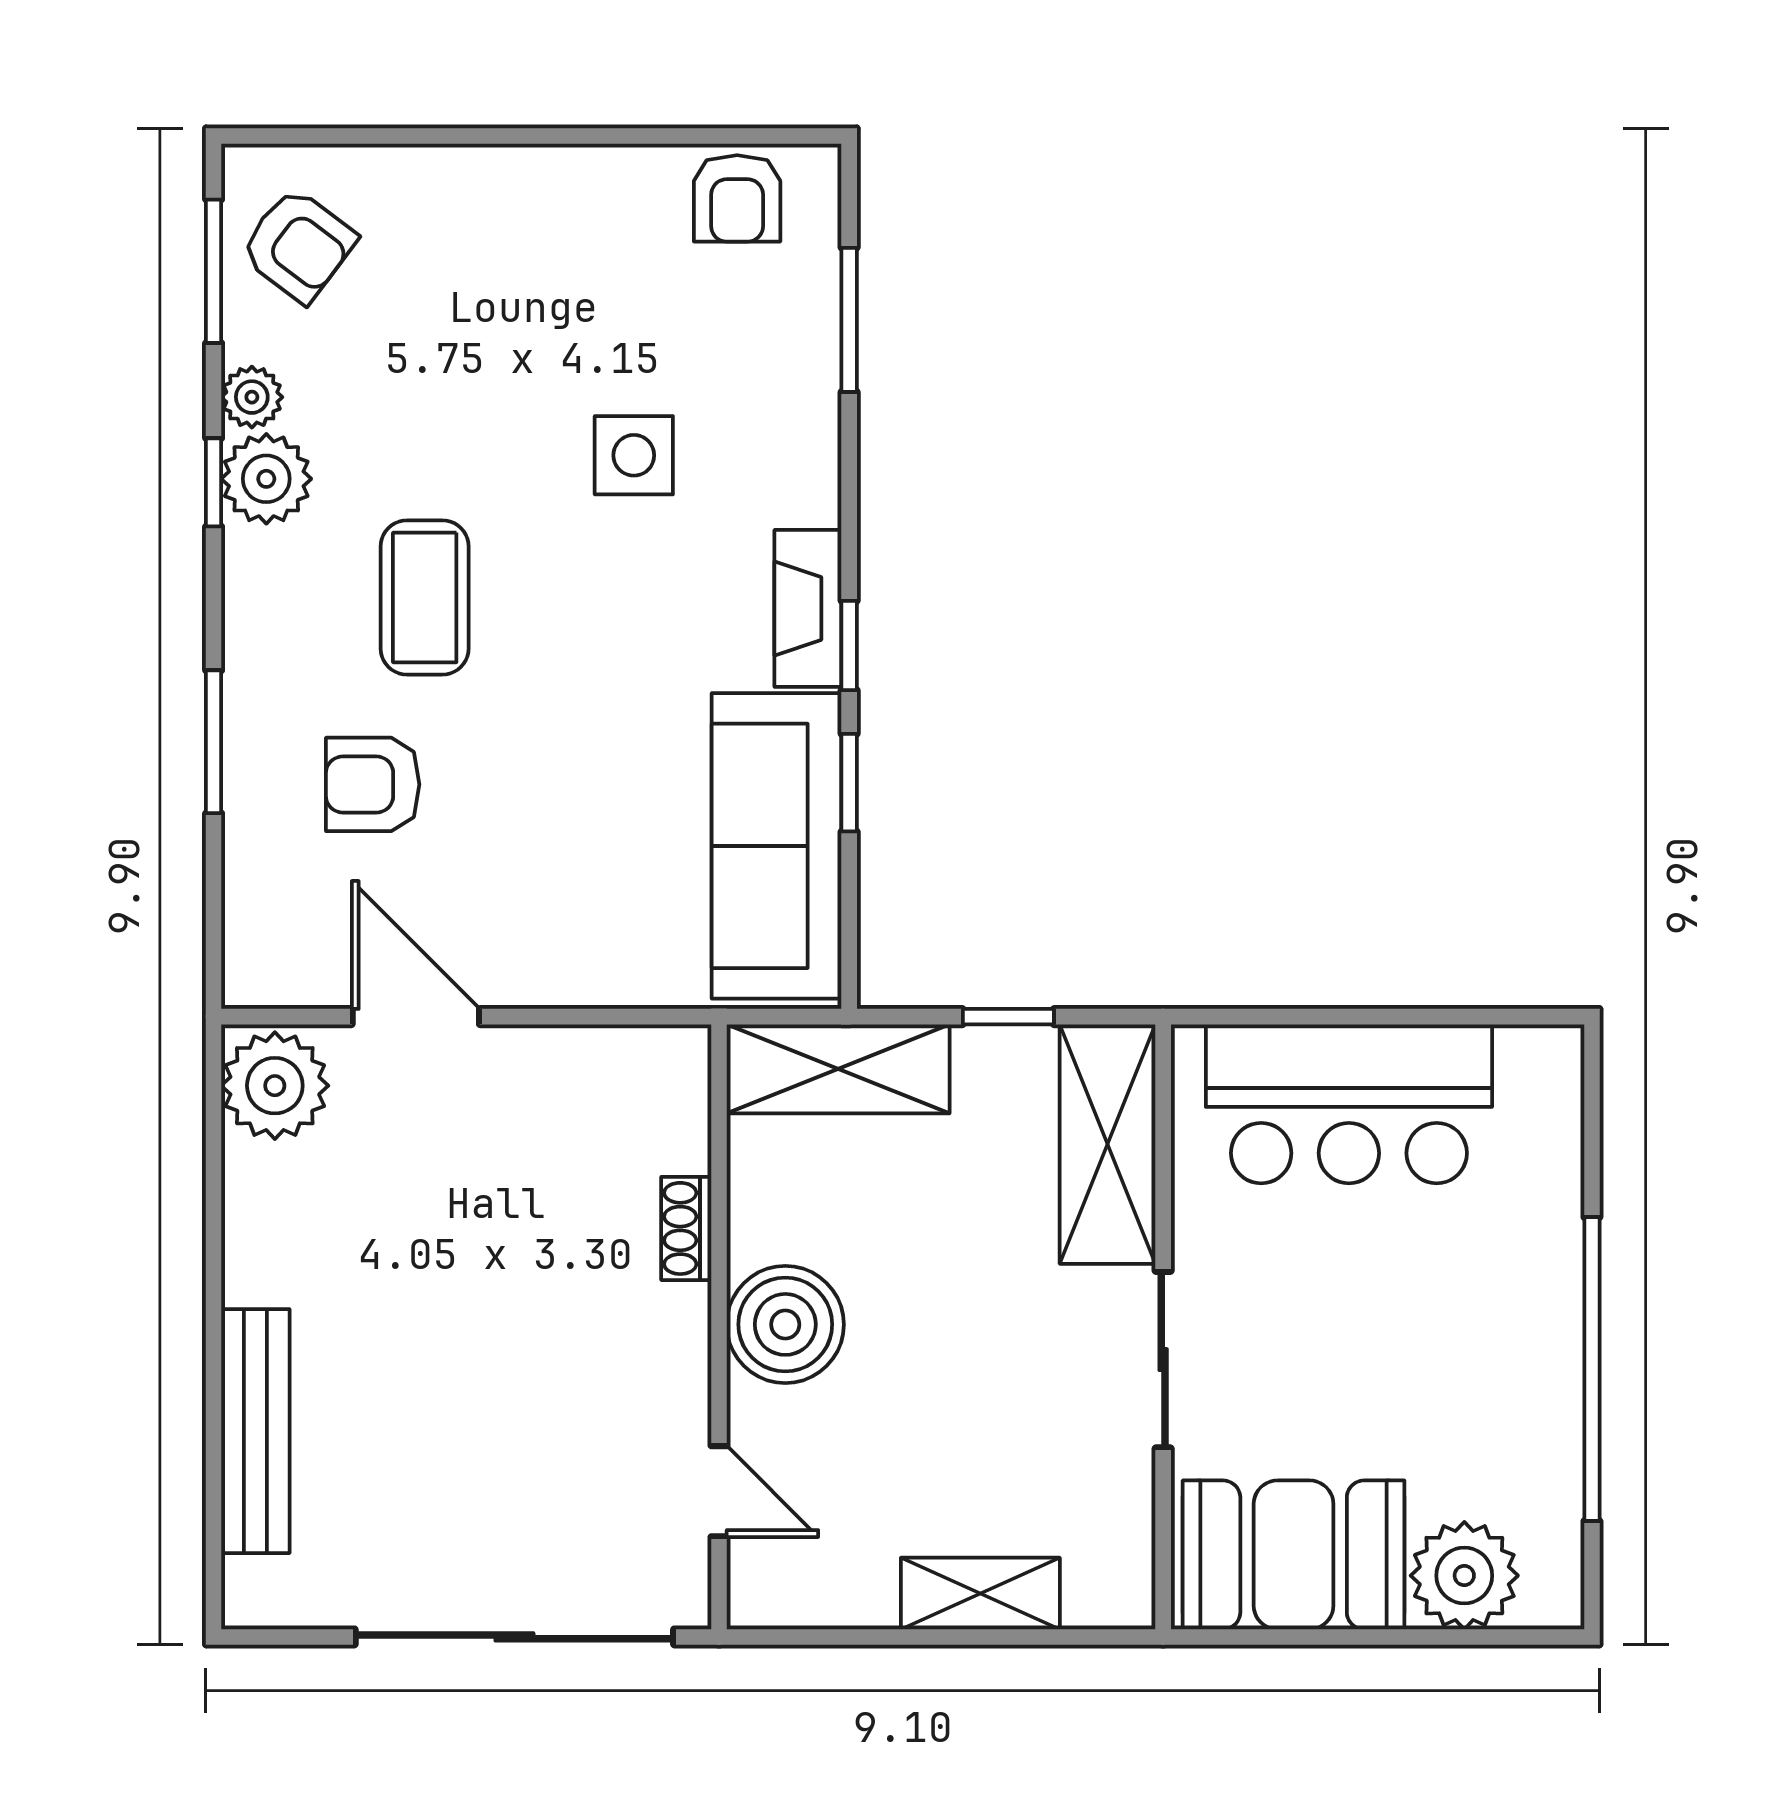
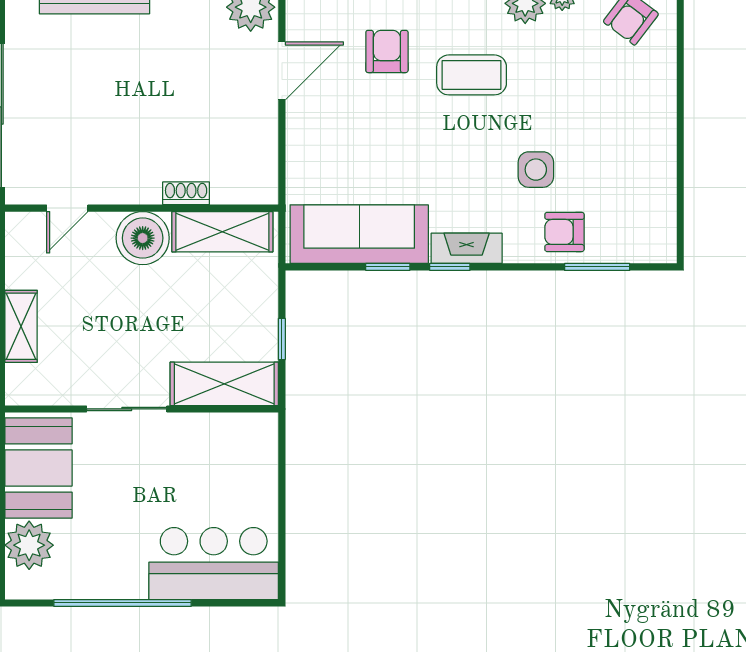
armchair: (737, 198) -> (564, 232), moved
shelving: (838, 1069) -> (222, 232), moved, turned 90
bar counter: (1349, 1104) -> (214, 564), moved, turned 90

